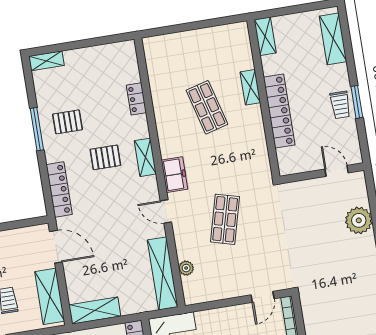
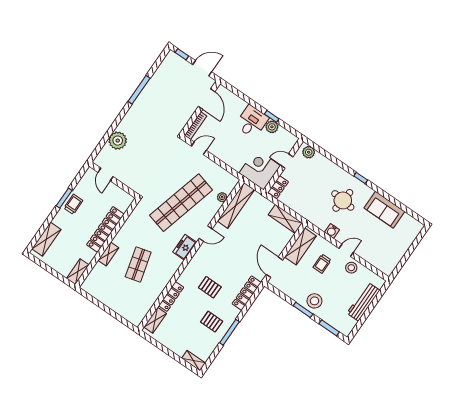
locker: (136, 99) -> (171, 297), width x1.53
shelving: (145, 157) -> (155, 320), moved
door: (166, 211) -> (206, 234), hinge flipped
shop shelf: (225, 219) -> (181, 203), width x2.00, depth x1.36

